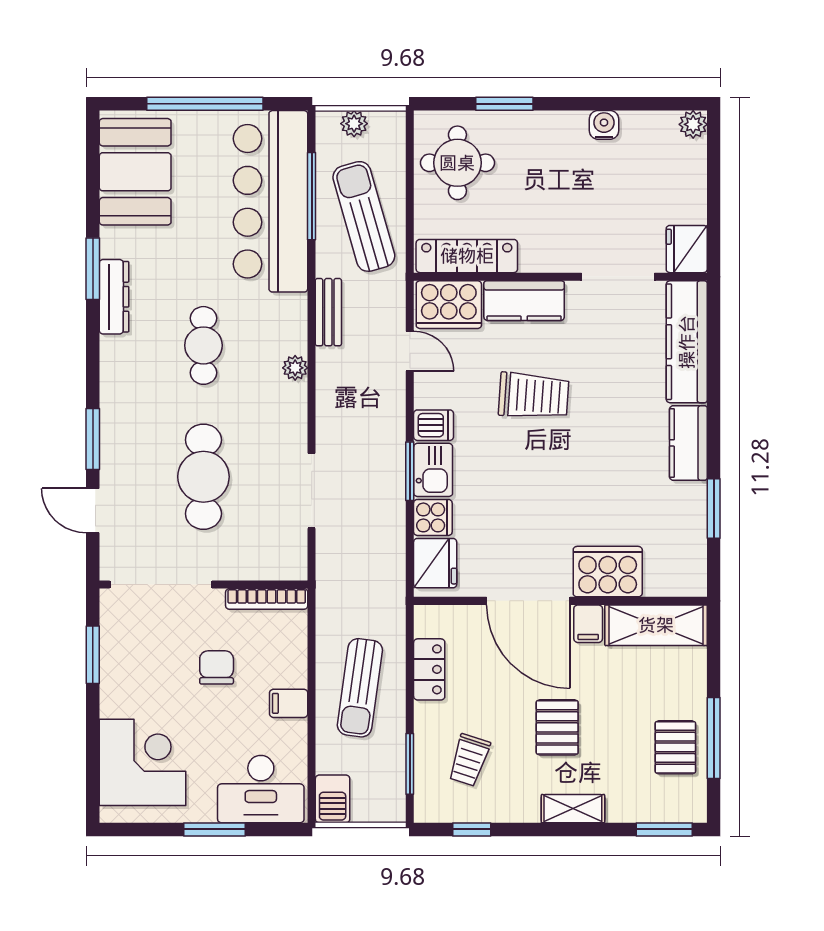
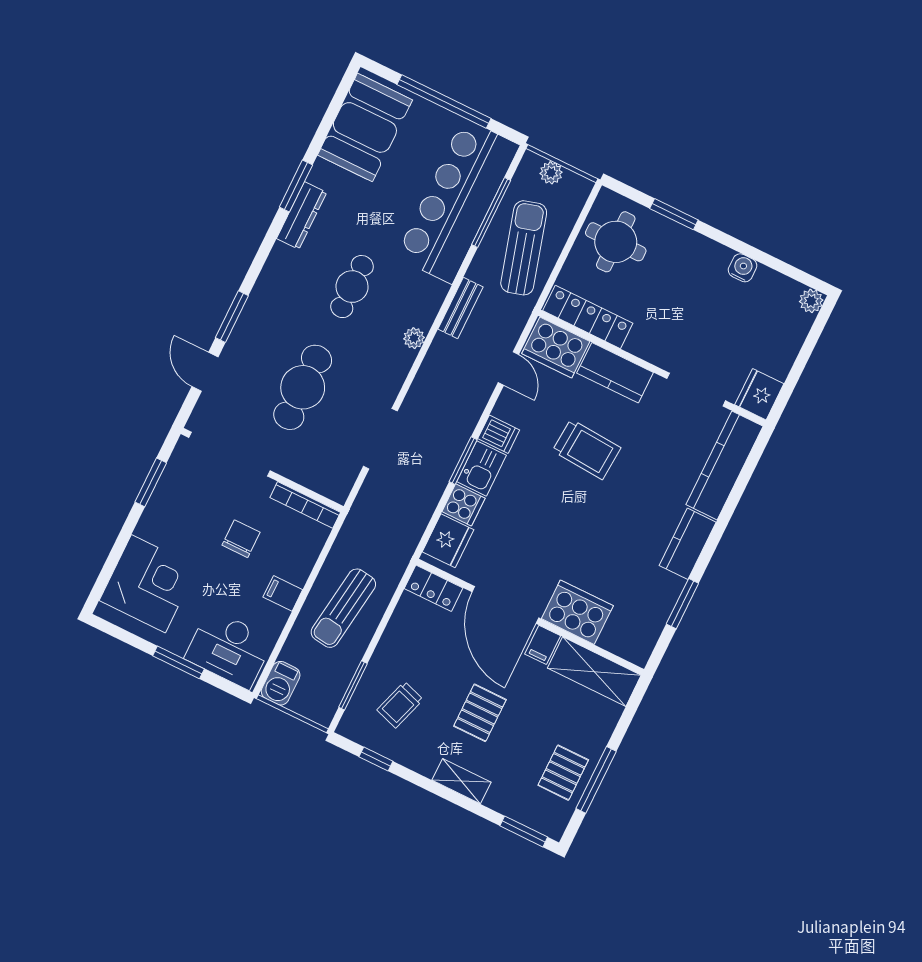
locker: (429, 669) -> (434, 588), moved, turned 90

